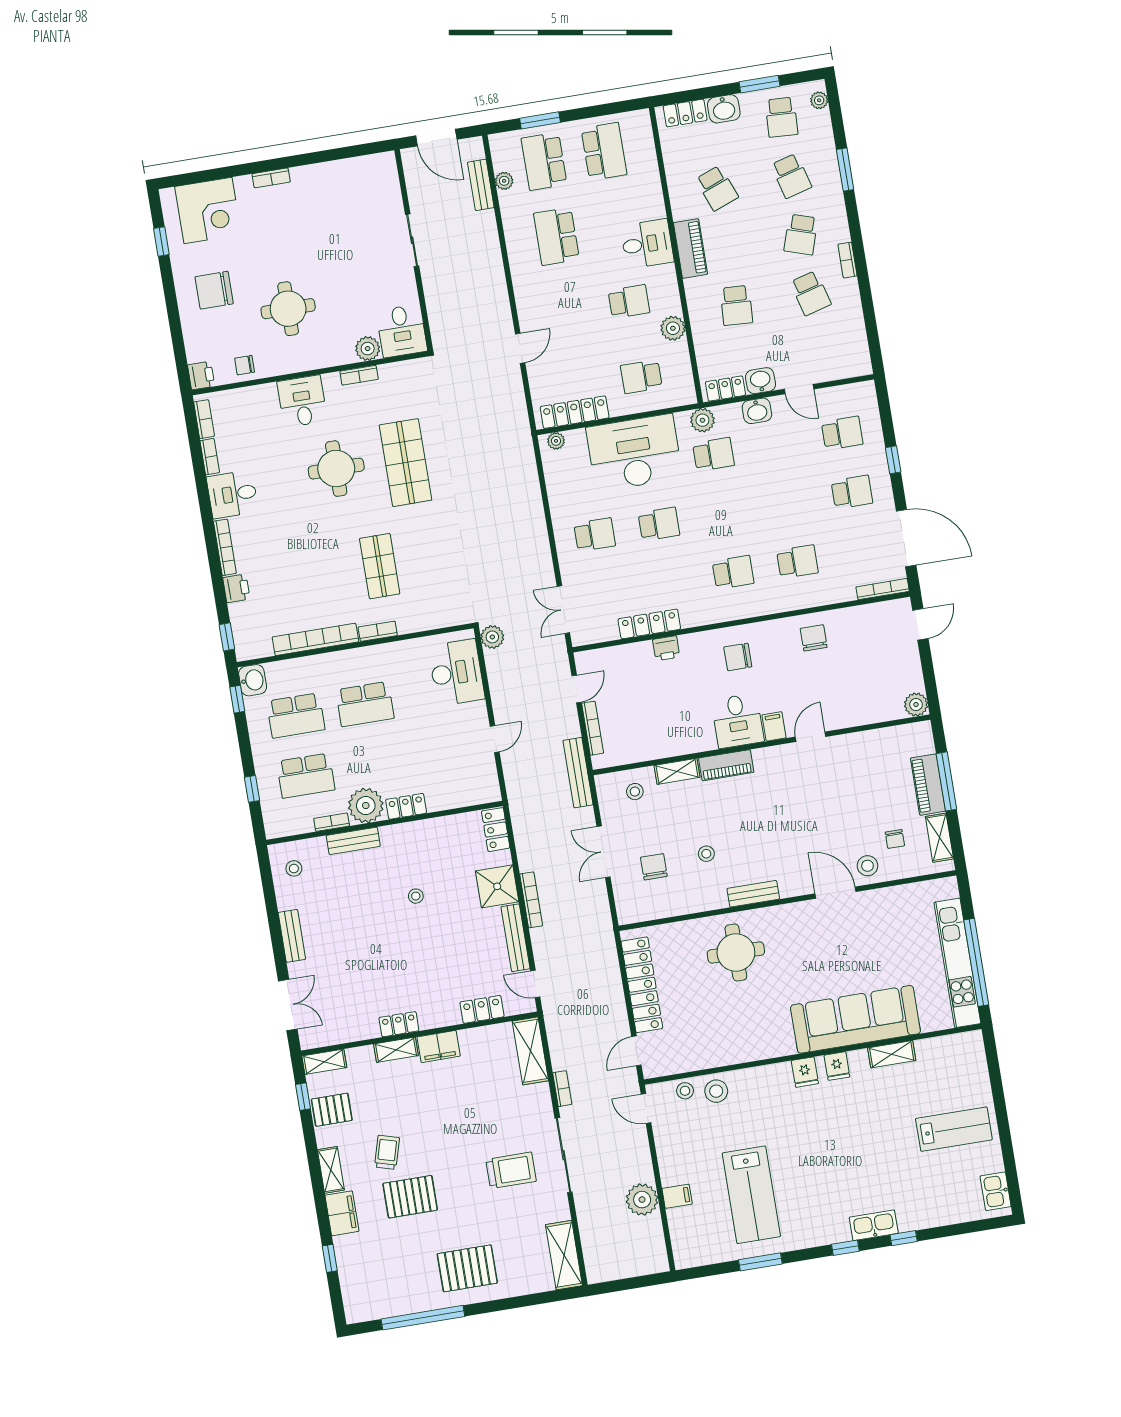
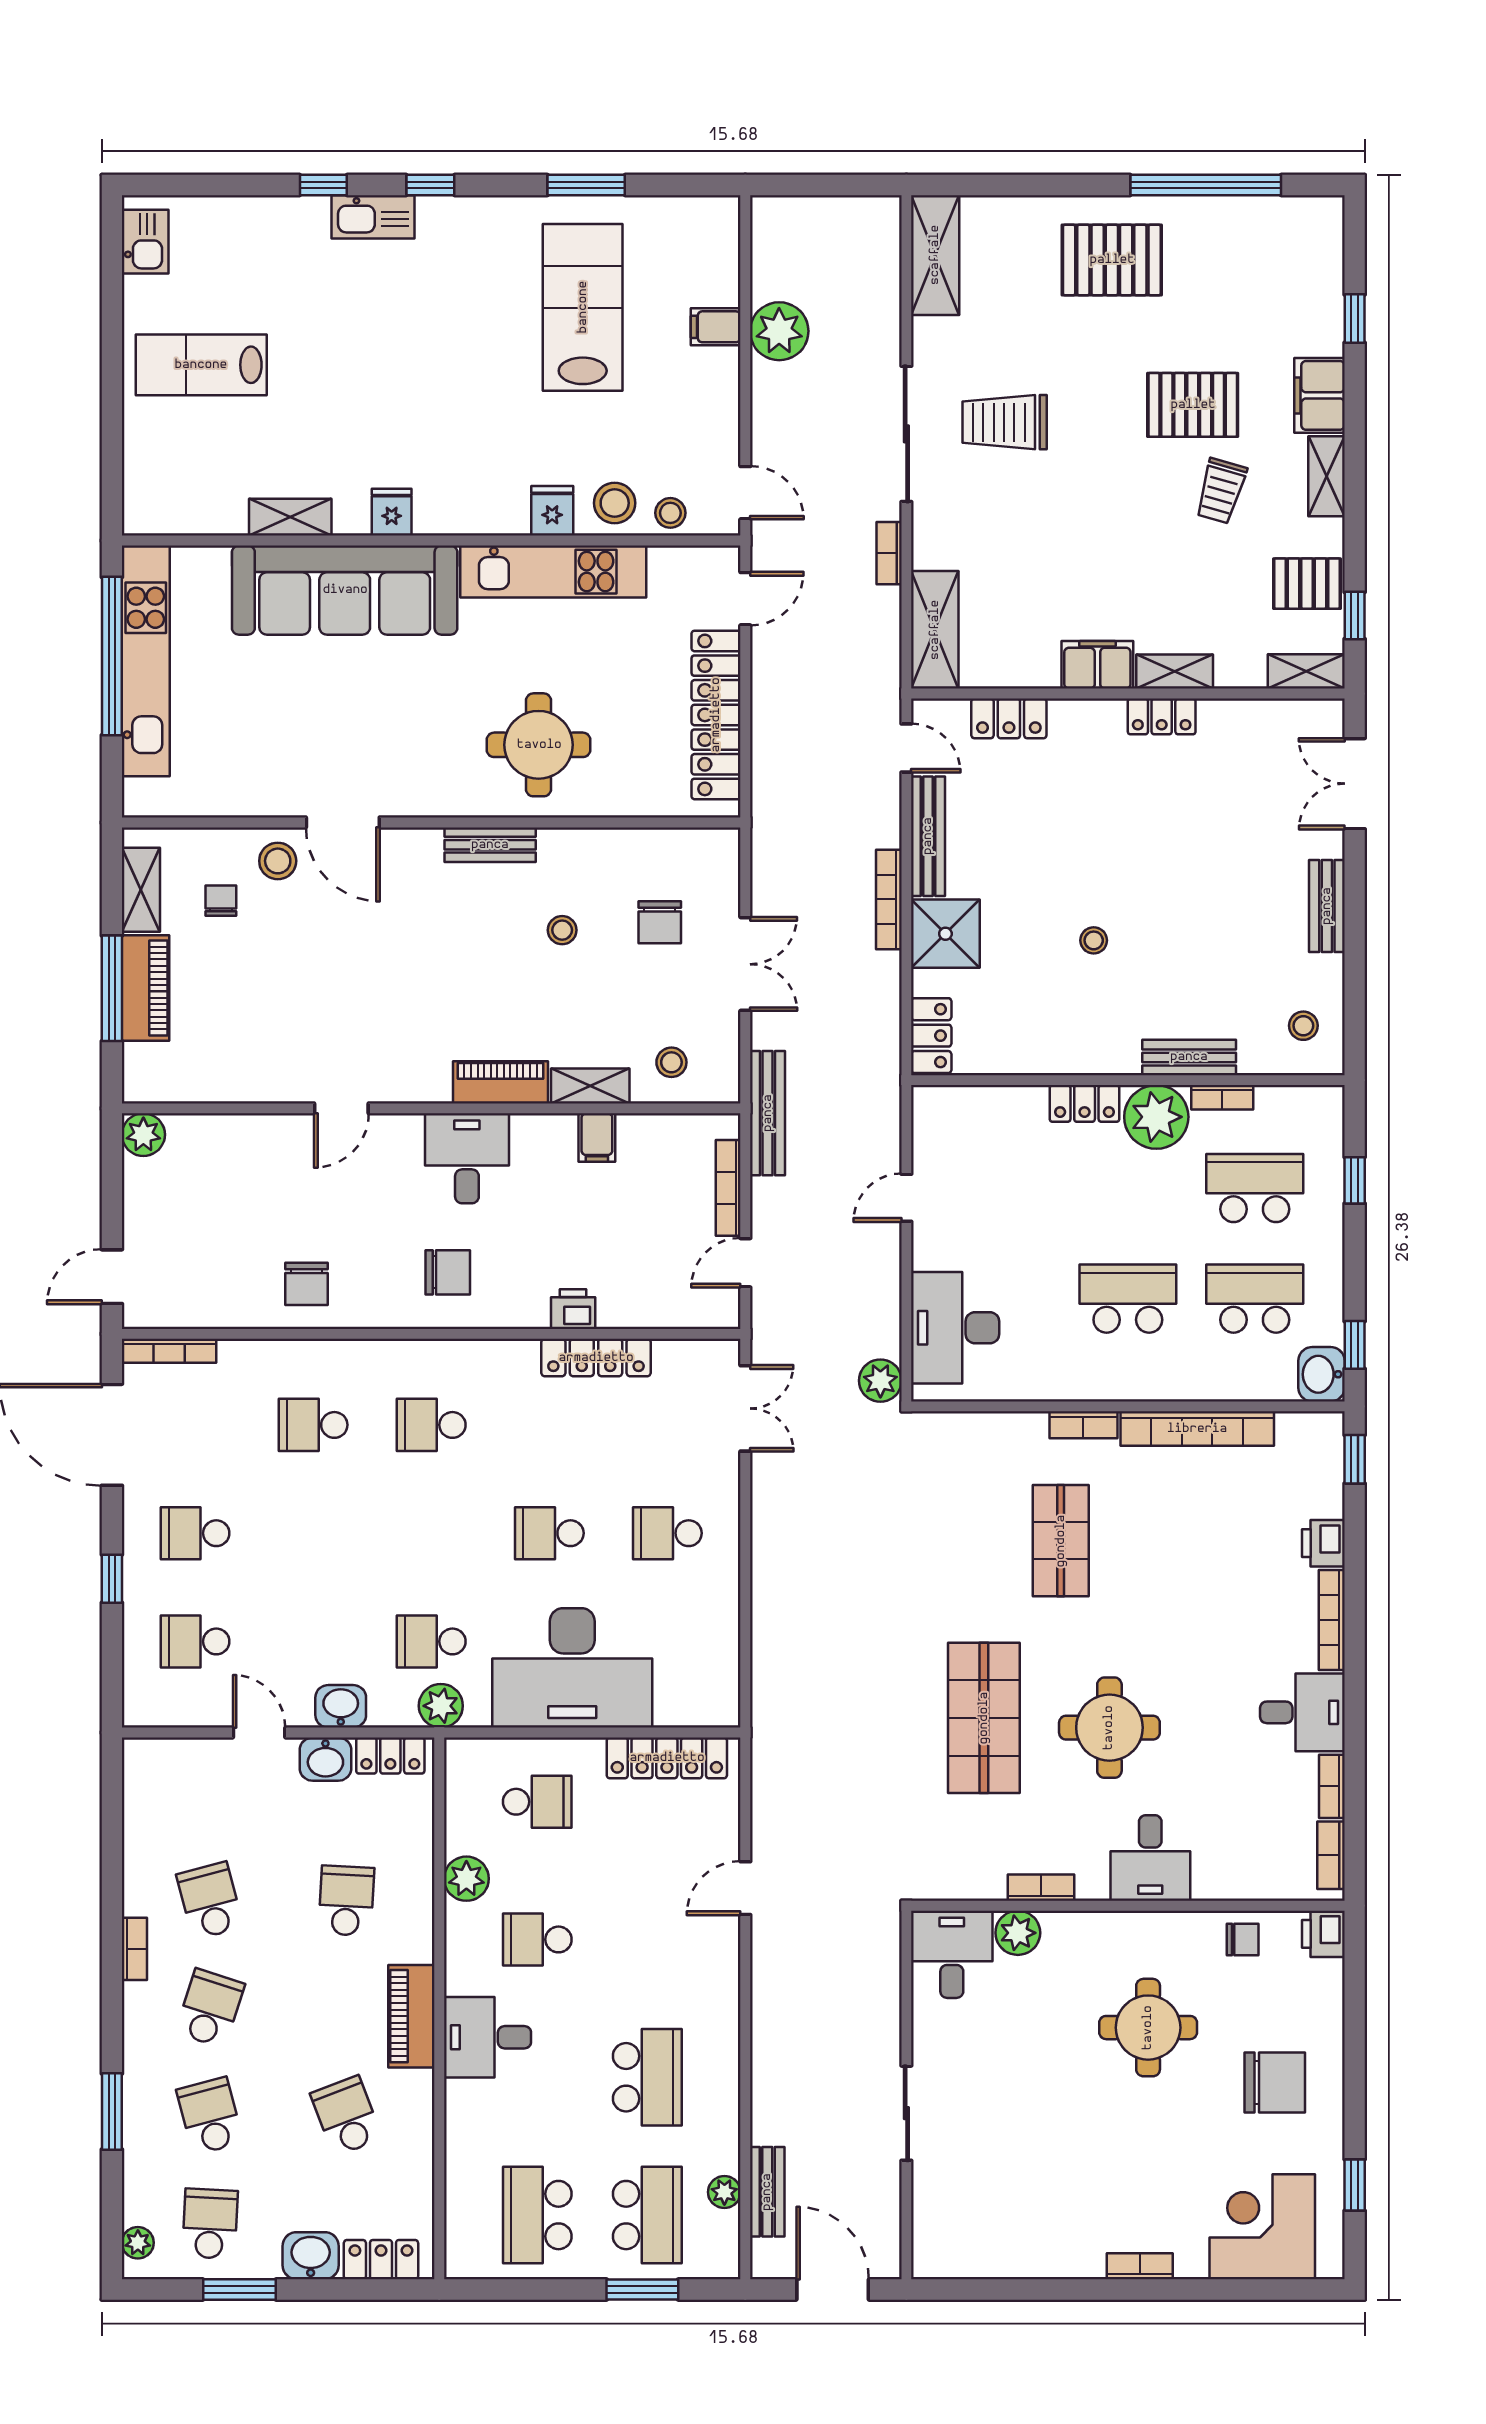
plant: (556, 441) -> (709, 1712), removed
filing cabinet: (774, 726) -> (597, 1138), moved
kitchen unit: (743, 1048) -> (553, 572), added
fridge: (805, 1072) -> (552, 511), moved

